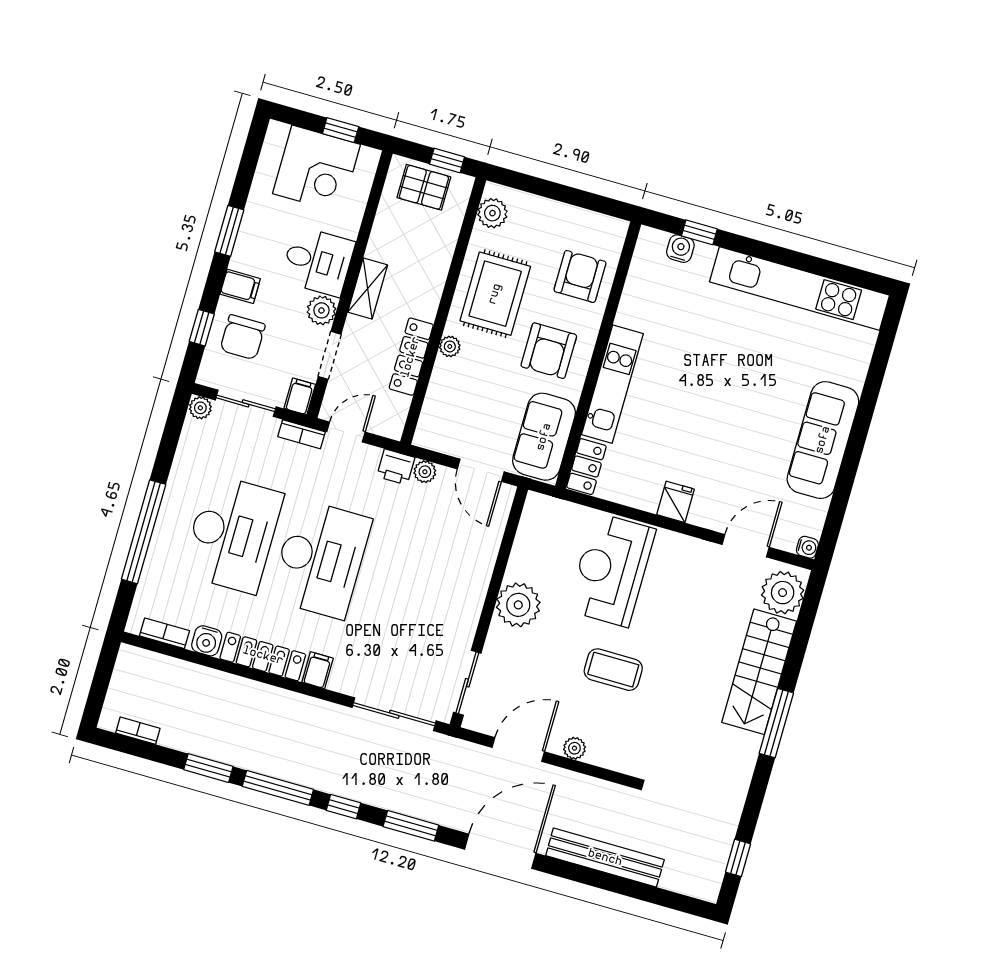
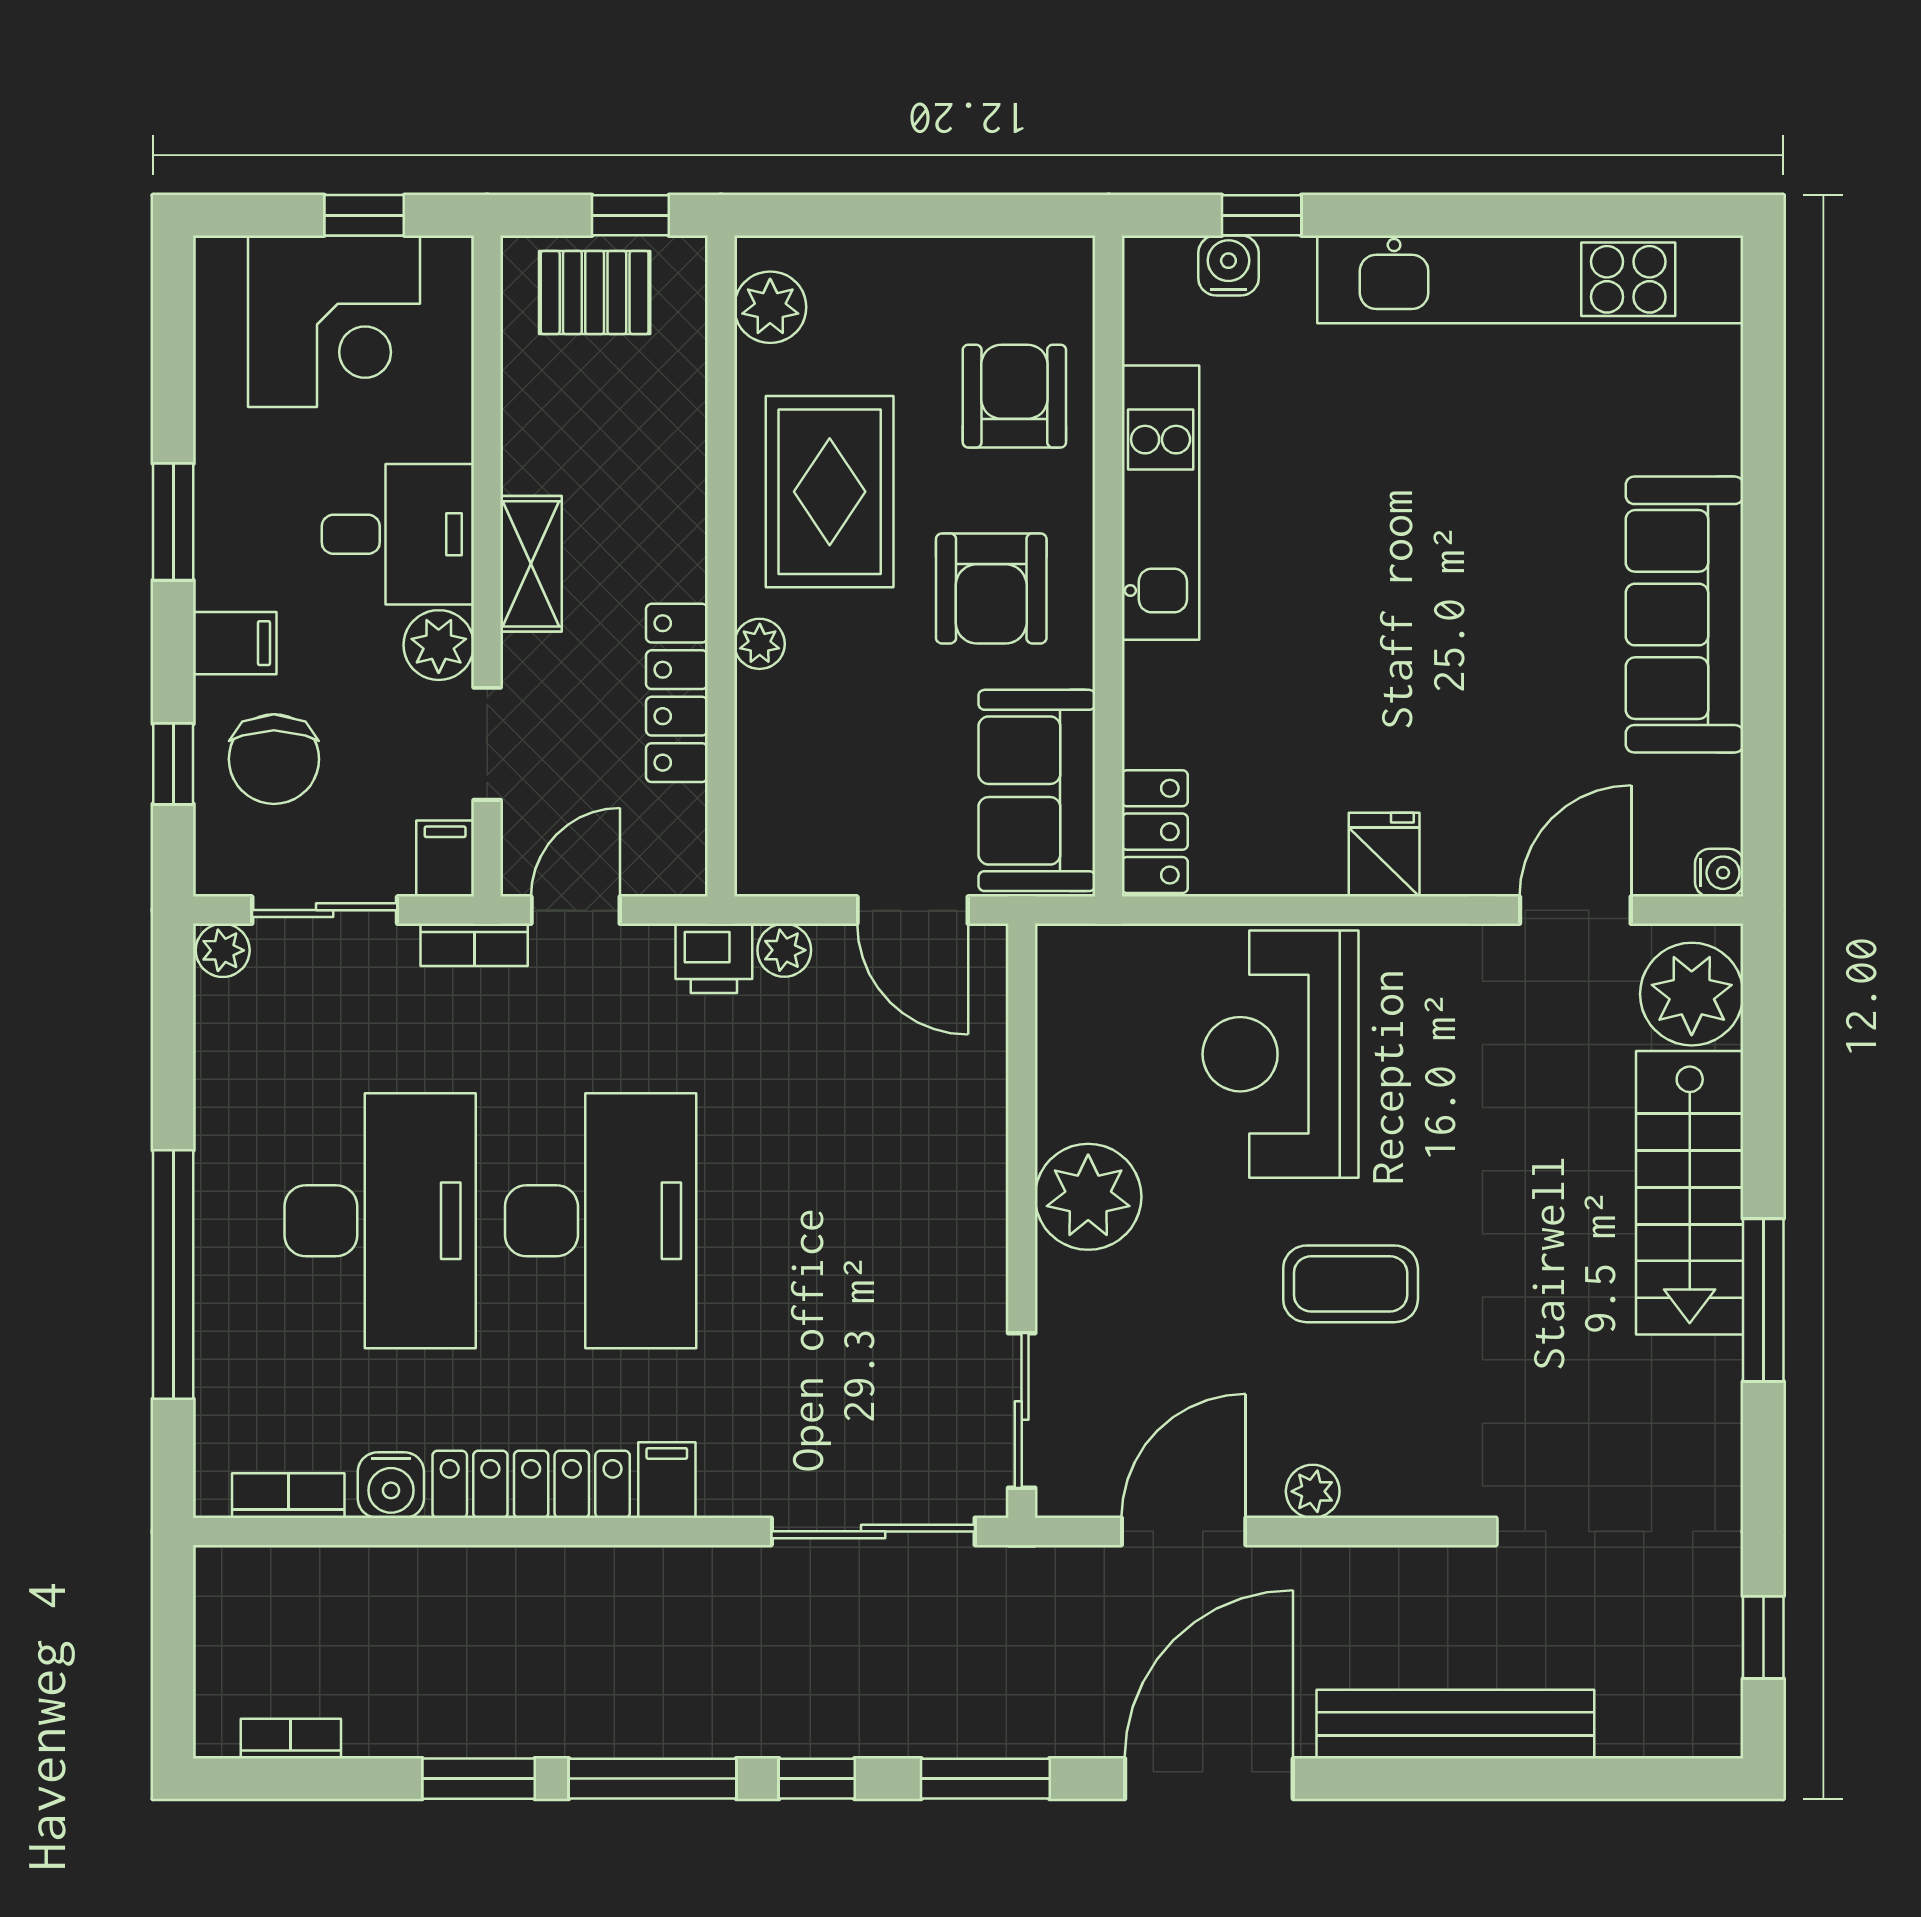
kitchen unit: (612, 384) -> (1161, 503), moved

